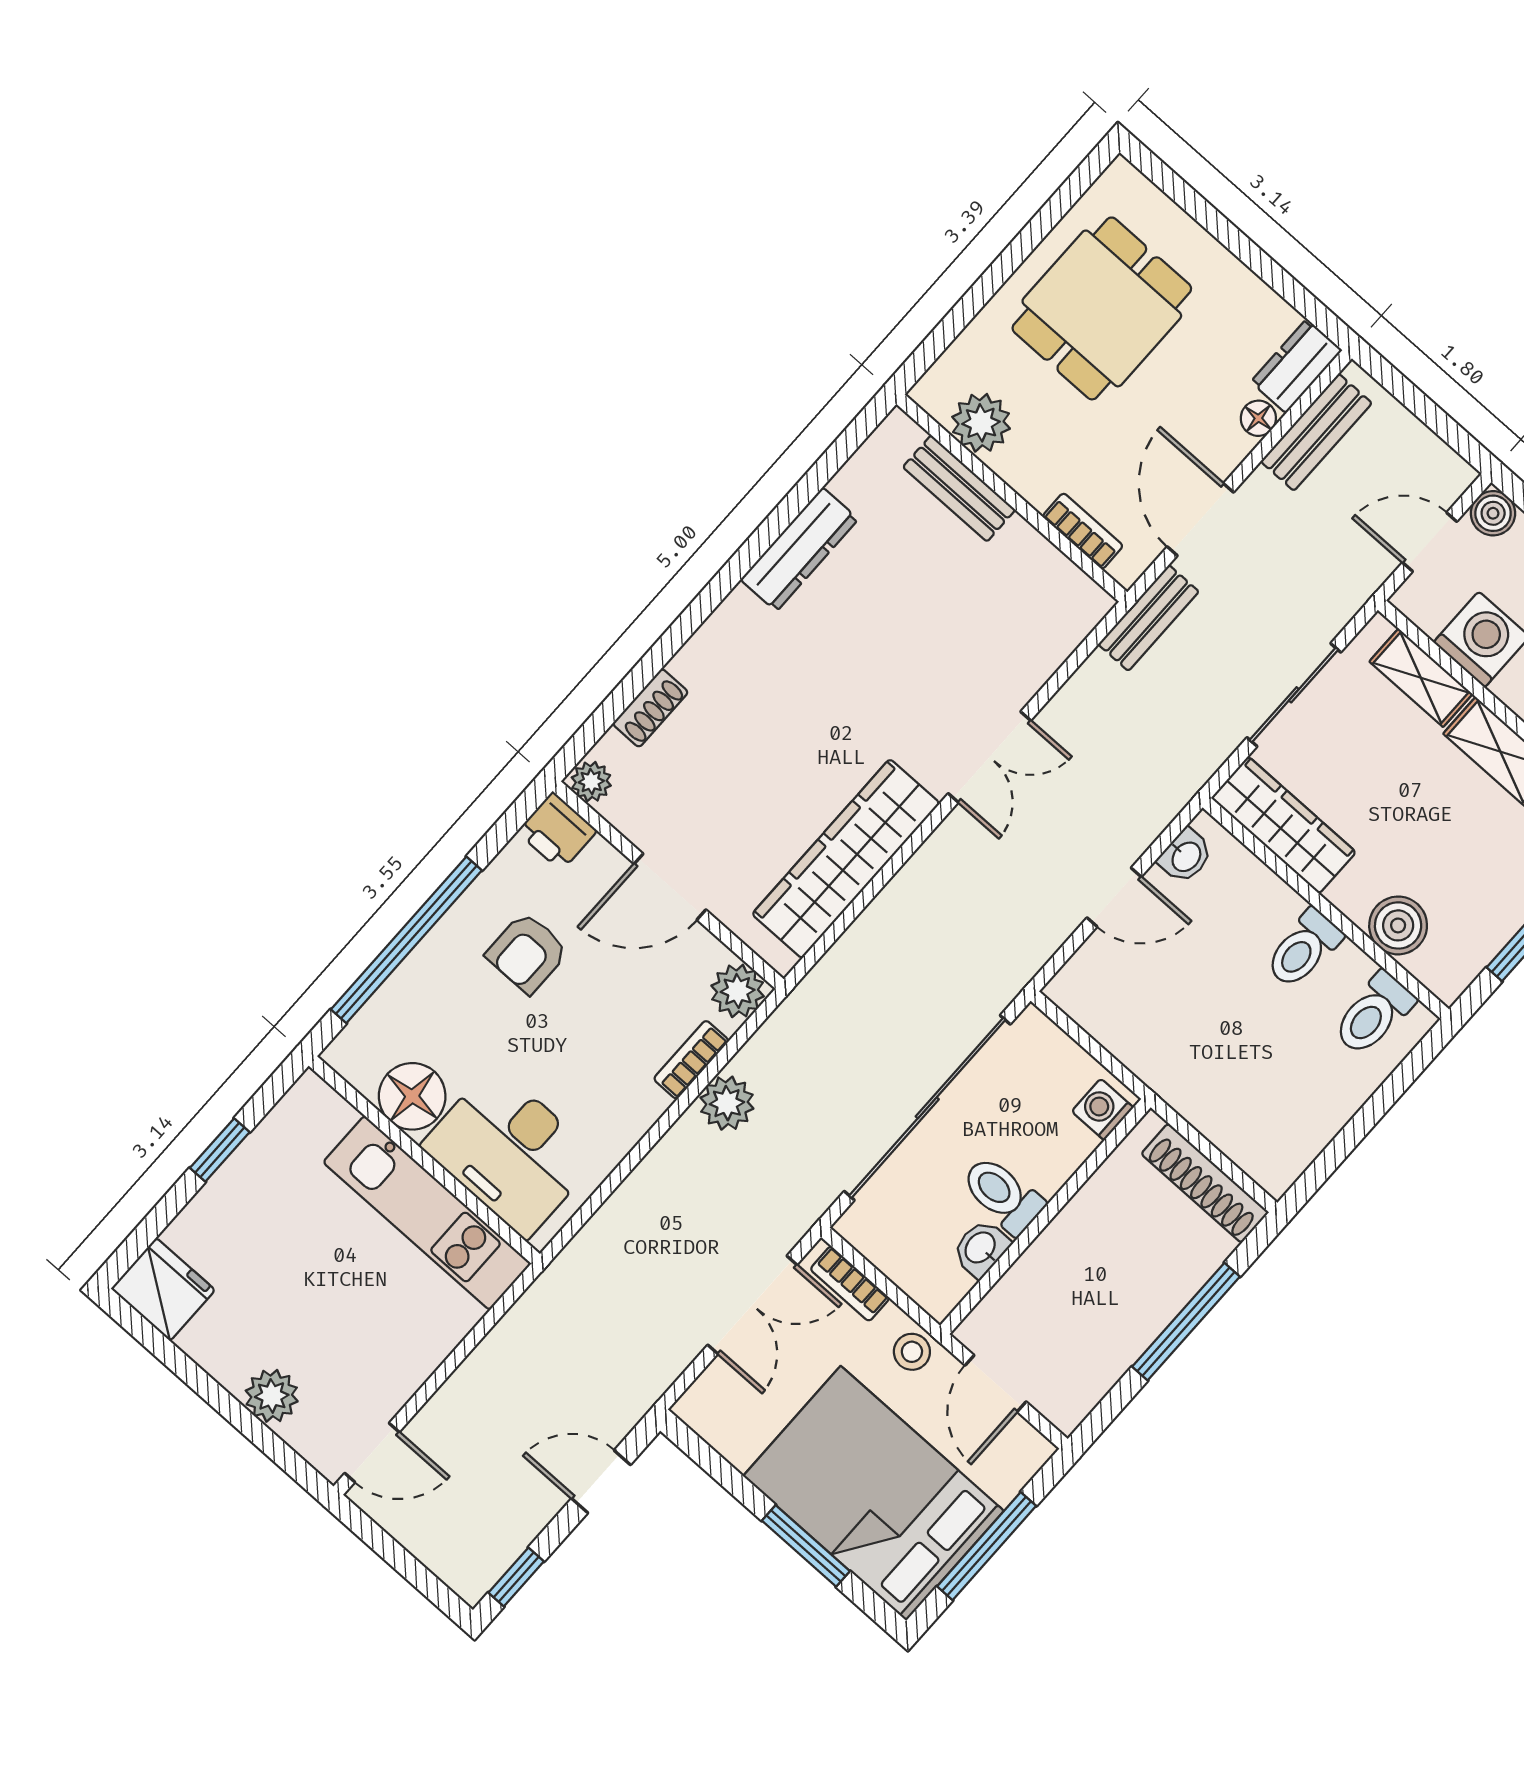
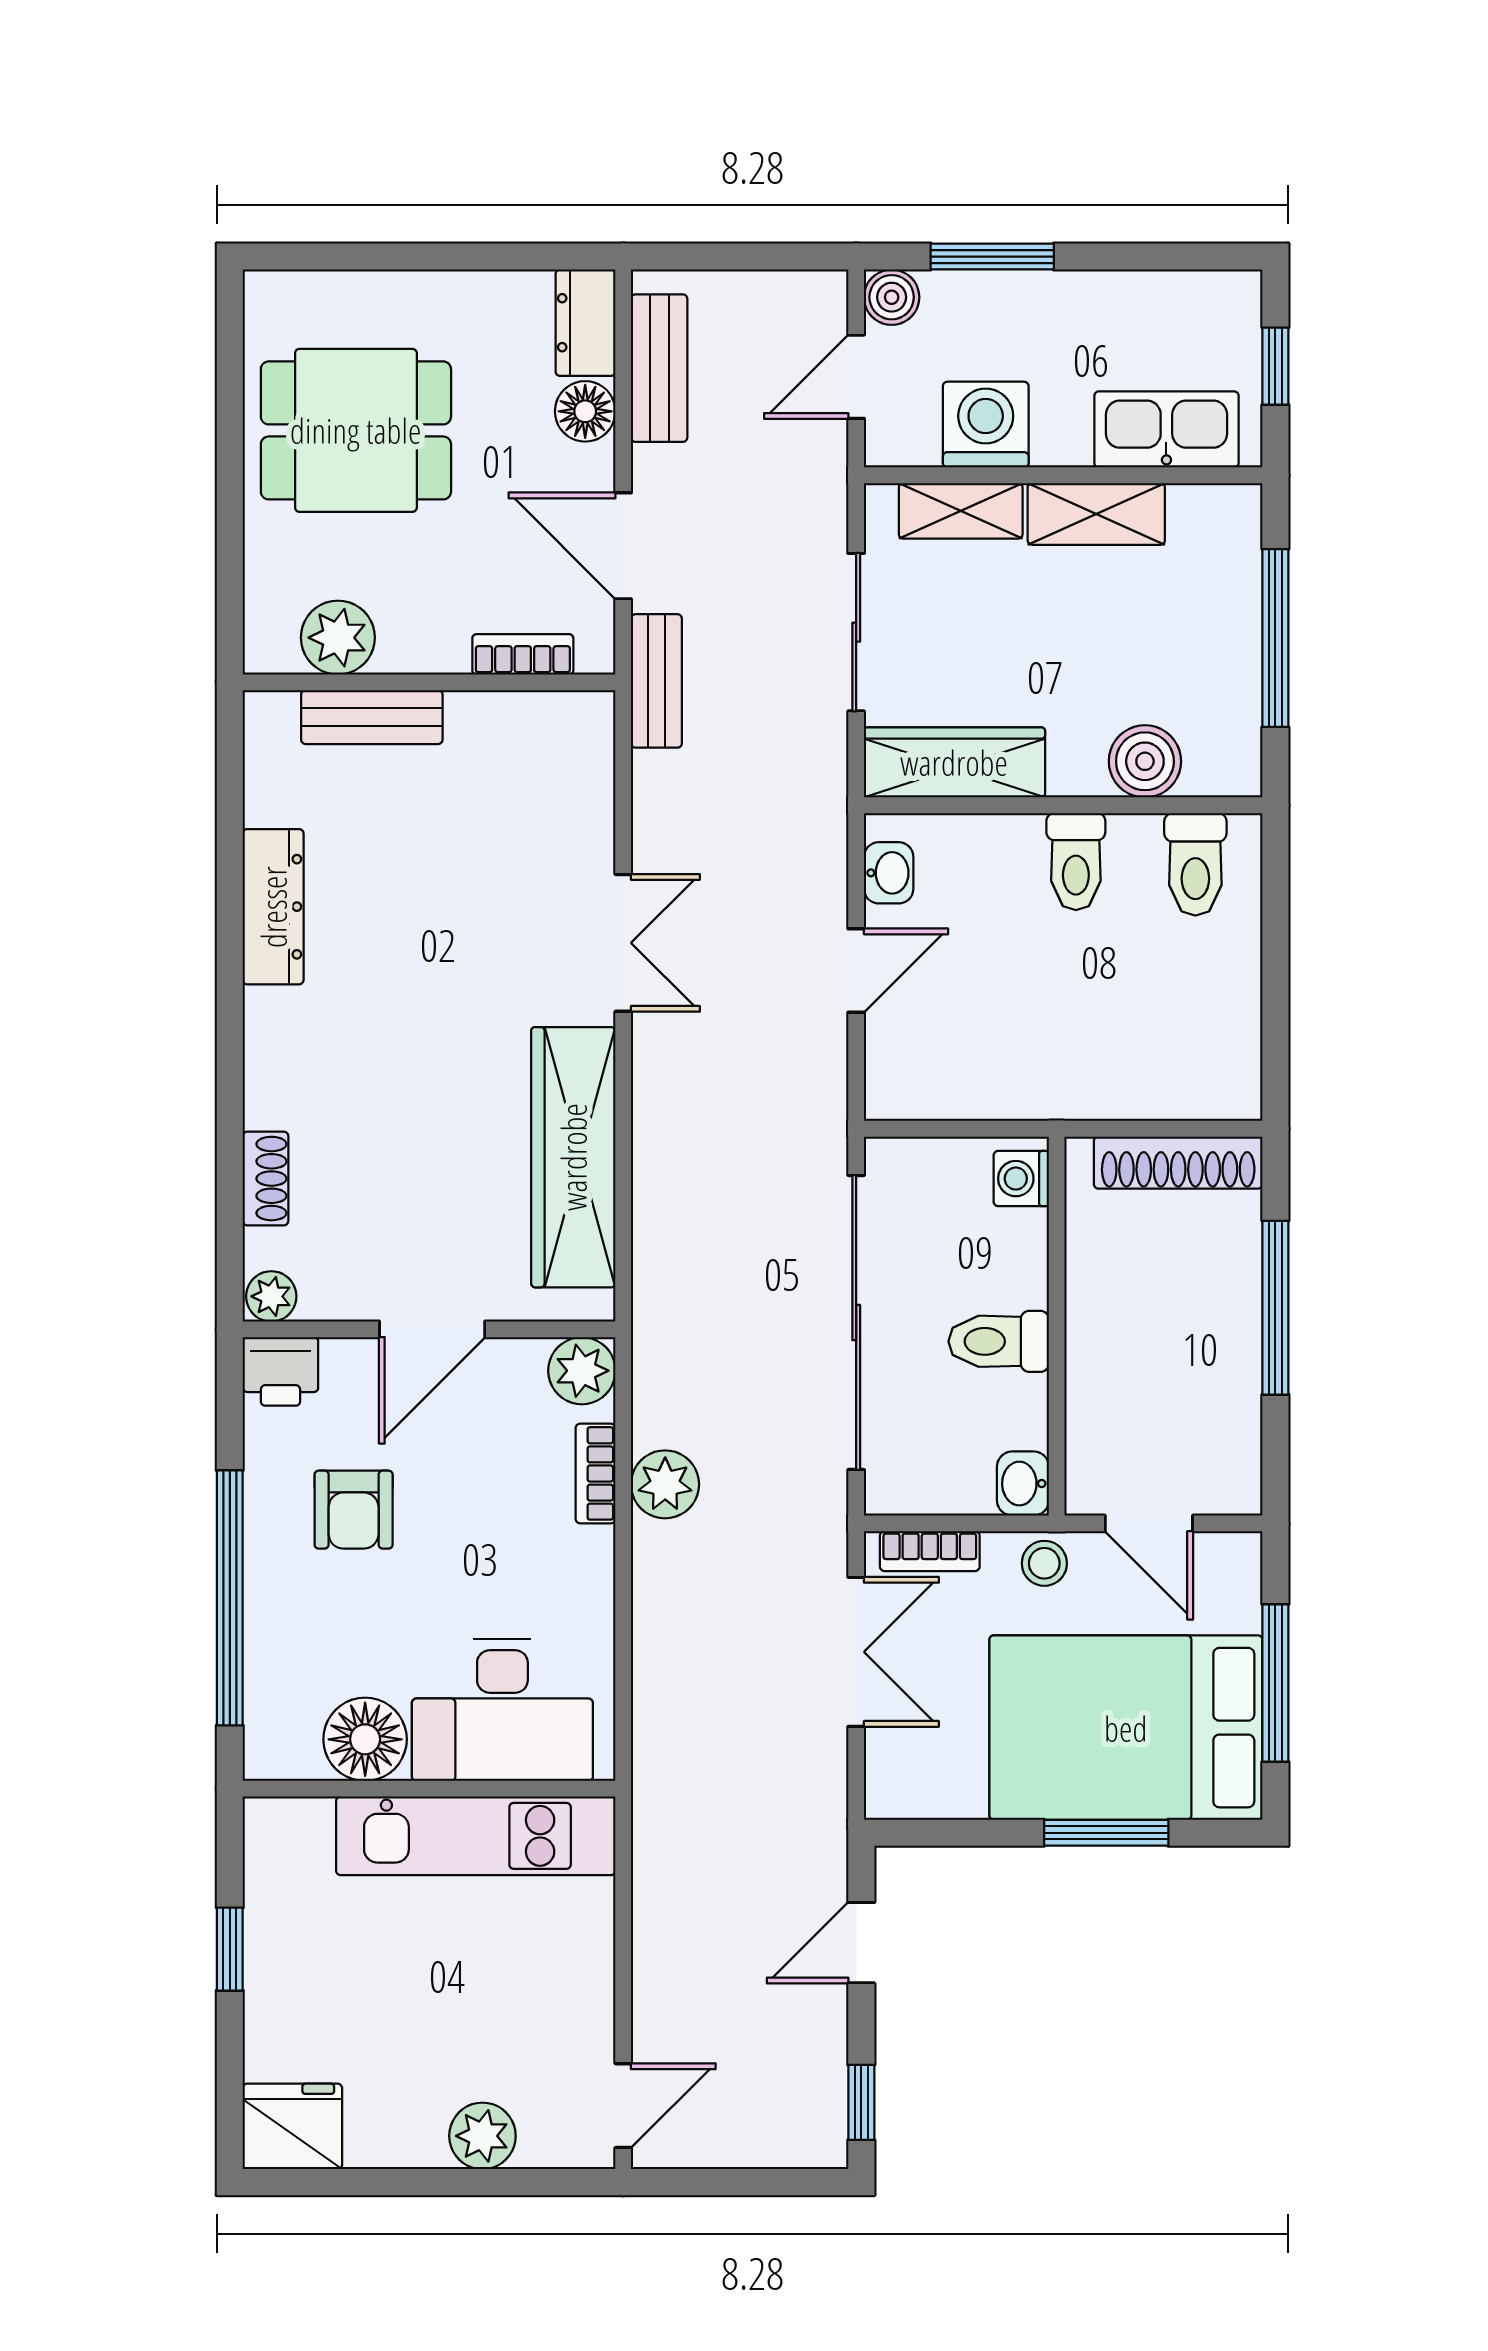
dining table: (1102, 308) -> (356, 430), turned 90
floor lamp: (1258, 418) -> (585, 411), width x1.37, depth x1.37
washbasin: (981, 1248) -> (1023, 1484), moved

